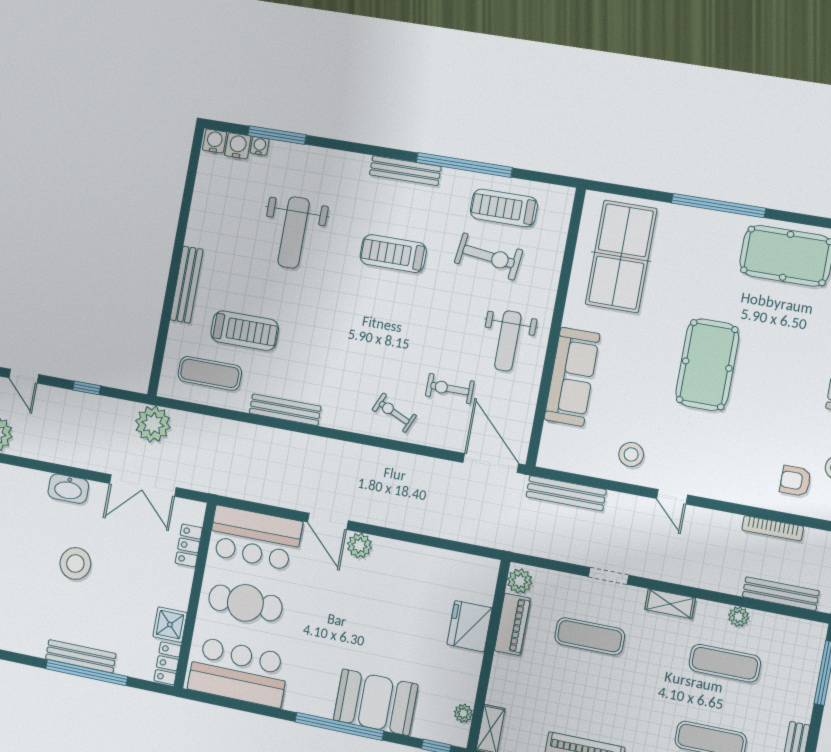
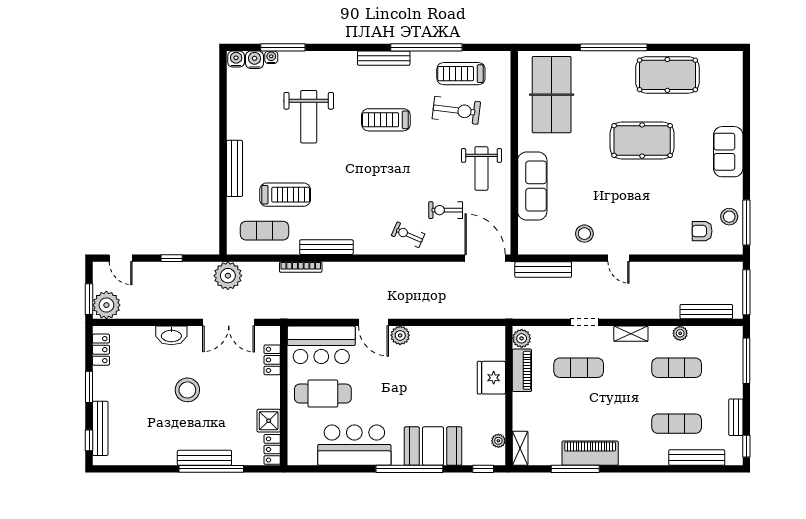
pool table: (707, 365) -> (642, 141), moved, turned 90
bookcase: (773, 528) -> (301, 267), moved
bar counter: (238, 672) -> (354, 445), moved

